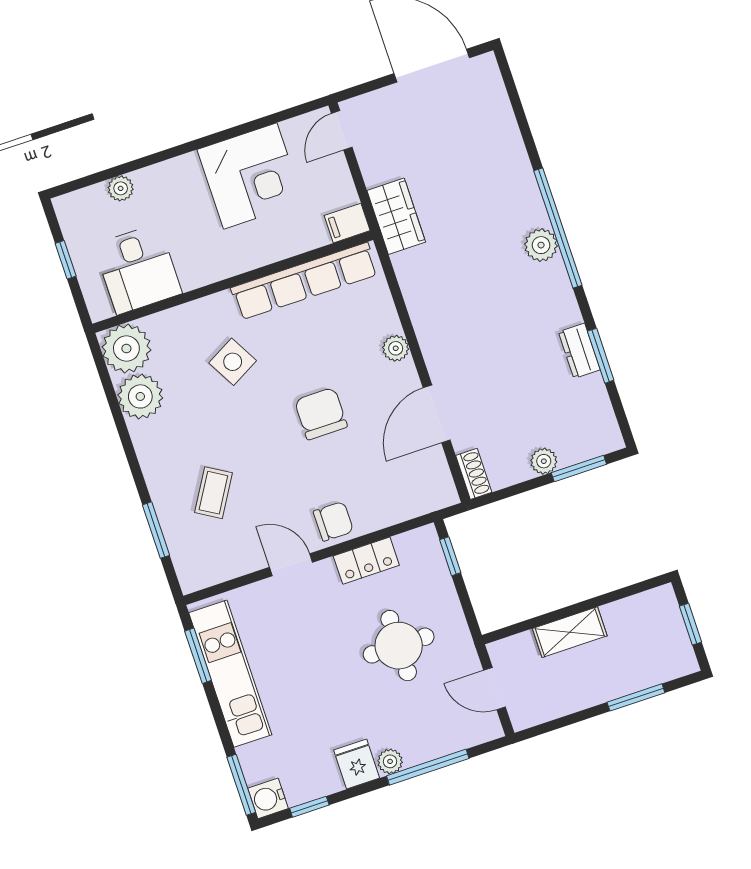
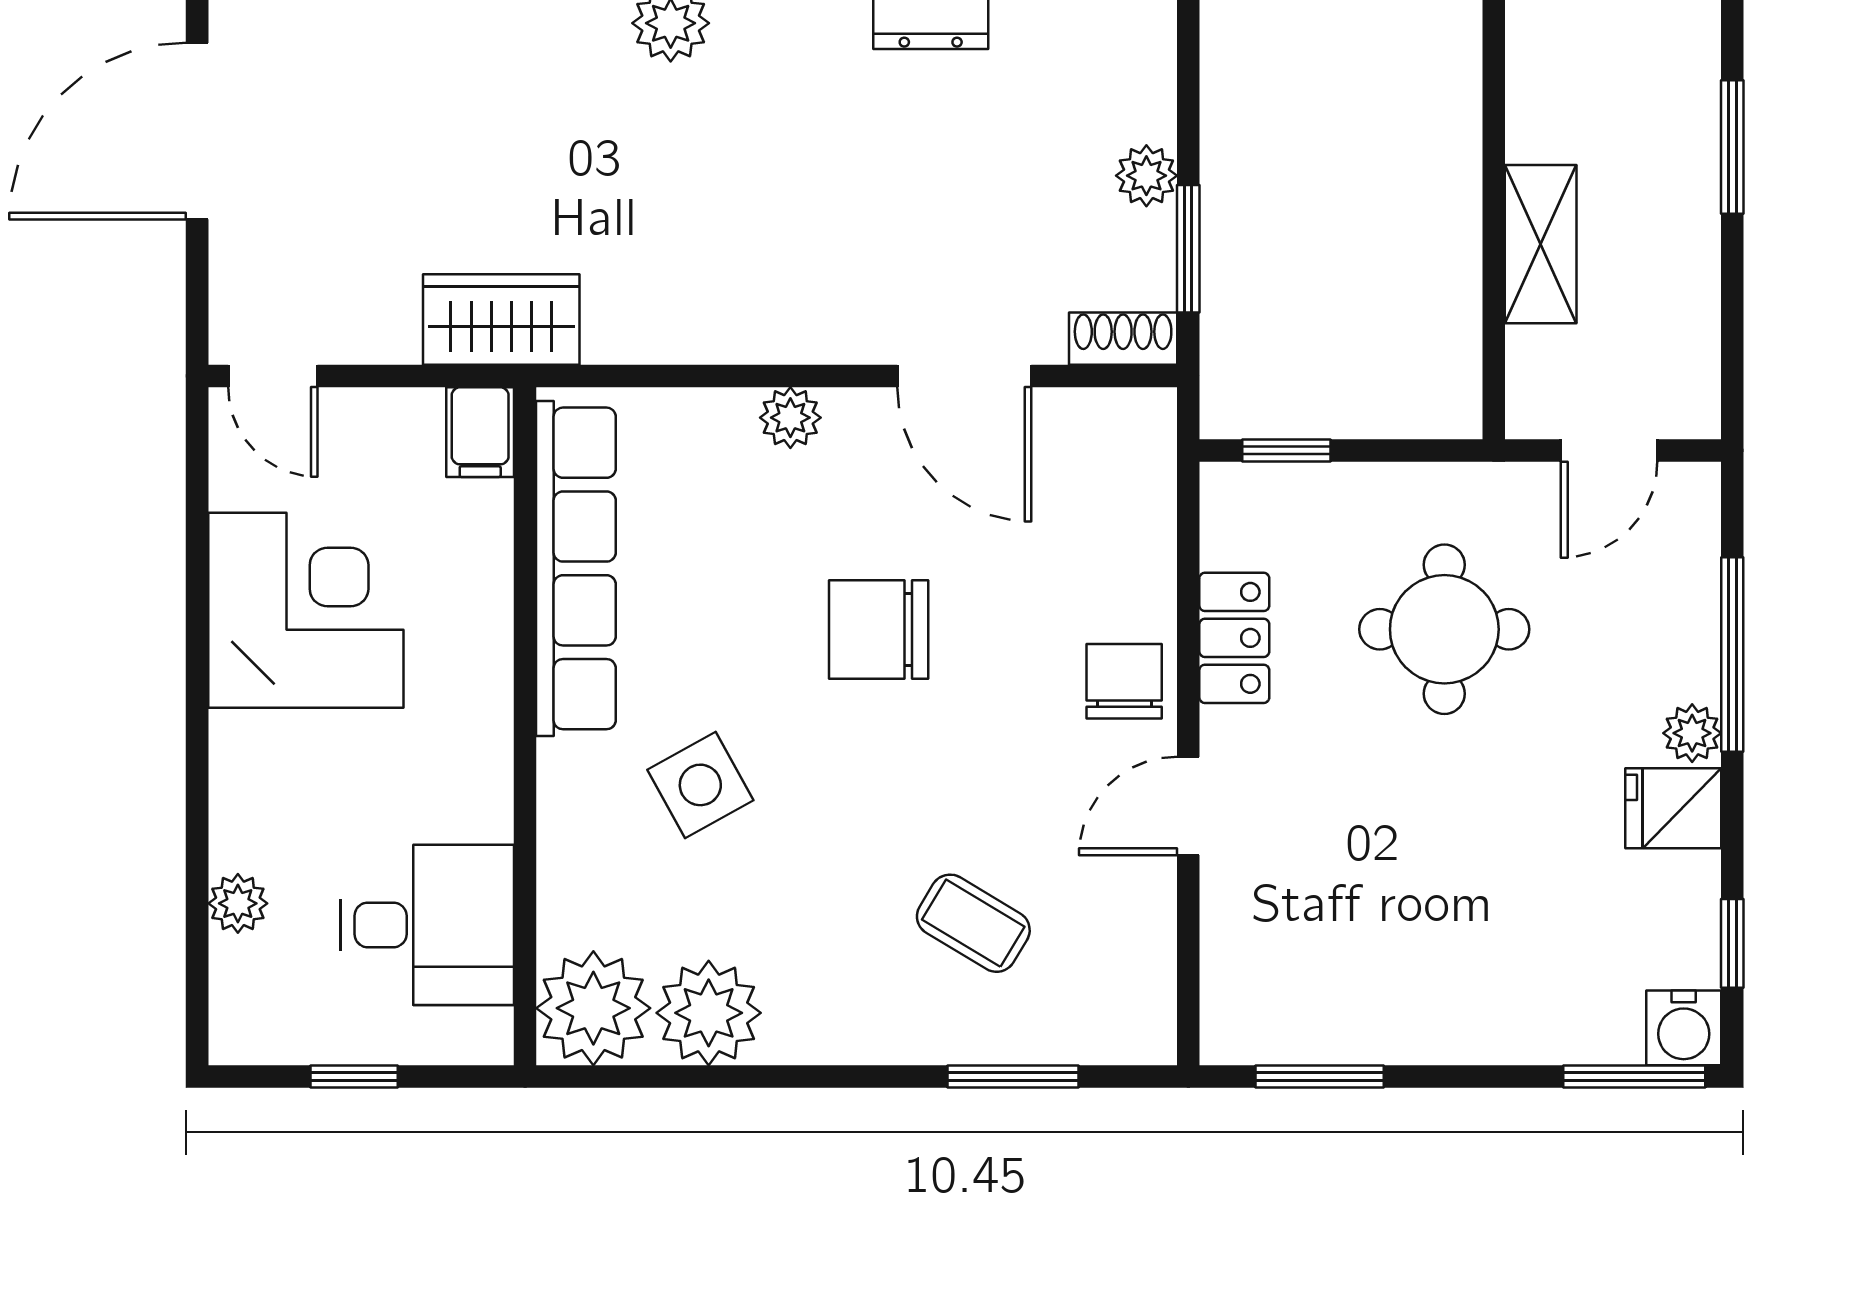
window: (579, 468) -> (1188, 249), moved
kitchen unit: (230, 674) -> (1382, 1019), removed

